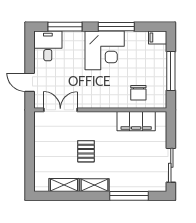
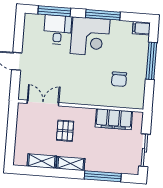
desk: (48, 46) -> (58, 30), moved
double door: (60, 110) -> (43, 103), moved
wall: (100, 110) -> (81, 106), moved
filing cabinet: (136, 121) -> (114, 119), moved

